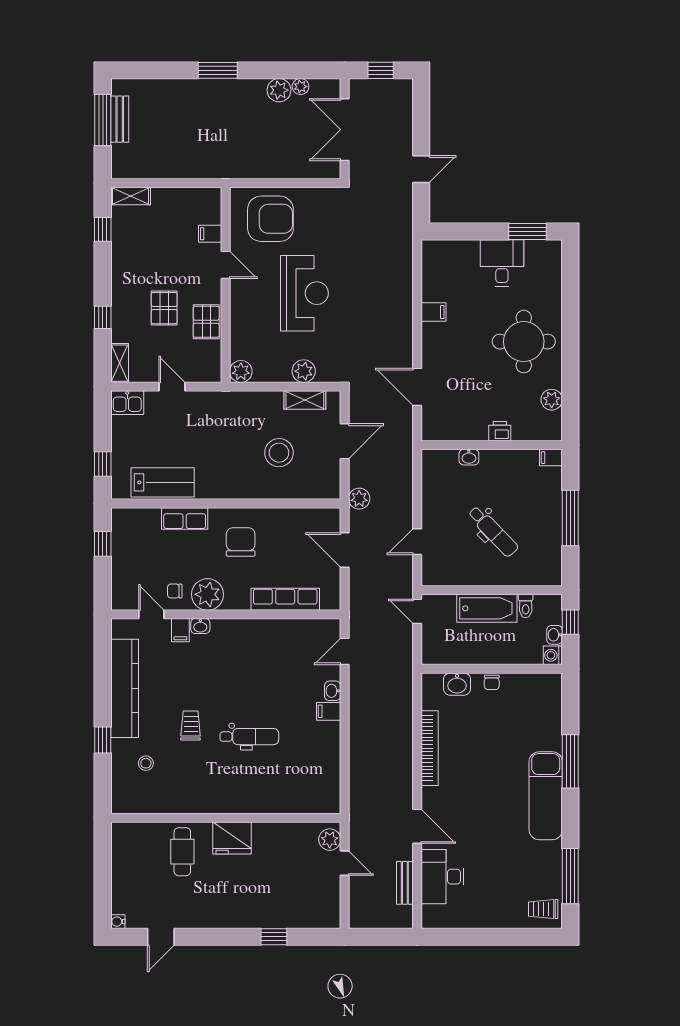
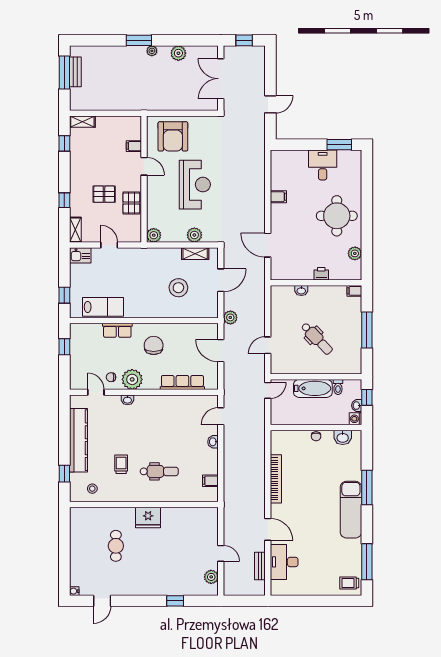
plant: (301, 87) -> (152, 51), moved
armchair: (270, 219) -> (173, 136), turned 90
pallet: (164, 308) -> (104, 194), turned 90
door: (417, 611) -> (268, 390), swing flipped
filing cabinet: (180, 630) -> (115, 402), removed
washbasin: (457, 684) -> (343, 437), moved
filing cabinet: (329, 711) -> (210, 481), moved
wall: (226, 818) -> (144, 504), moved
fridge: (232, 838) -> (148, 517), moved
plant: (330, 840) -> (211, 577), moved

